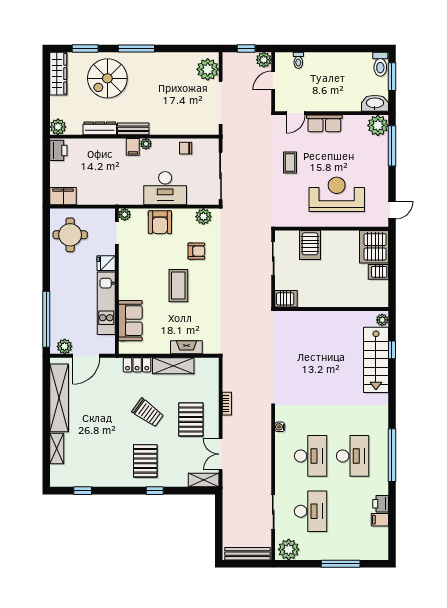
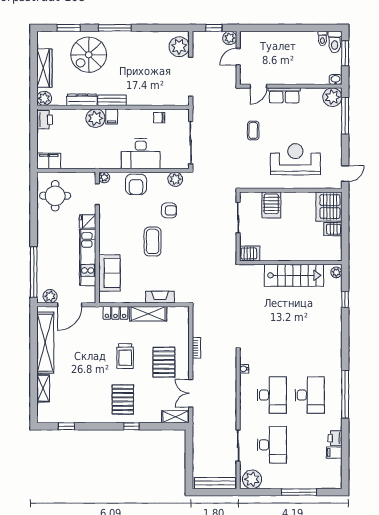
toilet: (298, 60) -> (322, 38), moved
wardrobe: (58, 74) -> (44, 68), moved
washbasin: (375, 103) -> (336, 80), width x0.52, depth x0.69
plant: (146, 144) -> (95, 118), moved, width x1.88, depth x1.88
stairs: (376, 360) -> (294, 275), moved, turned -90
trolley: (148, 413) -> (125, 356), turned 54

